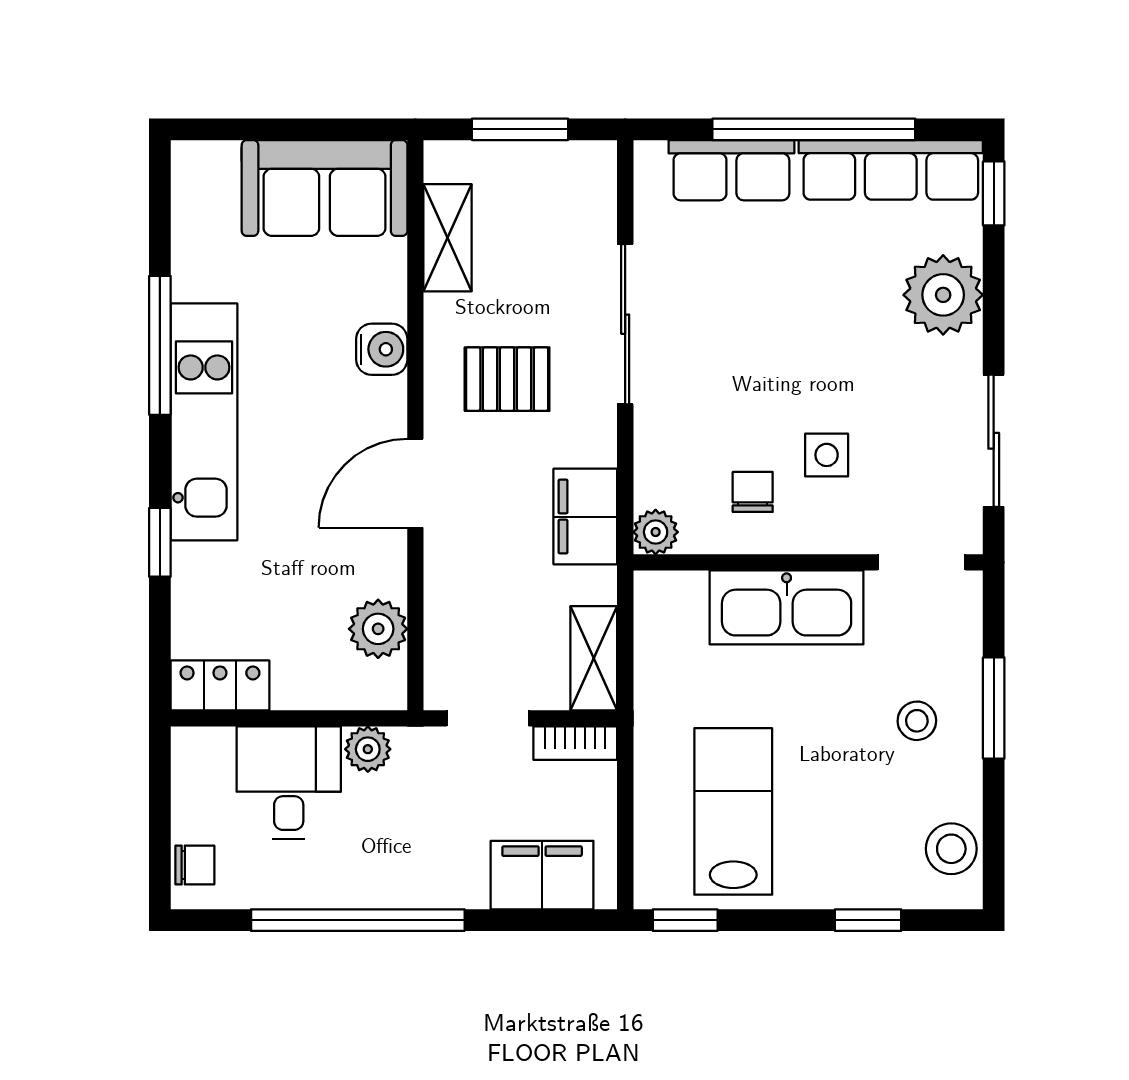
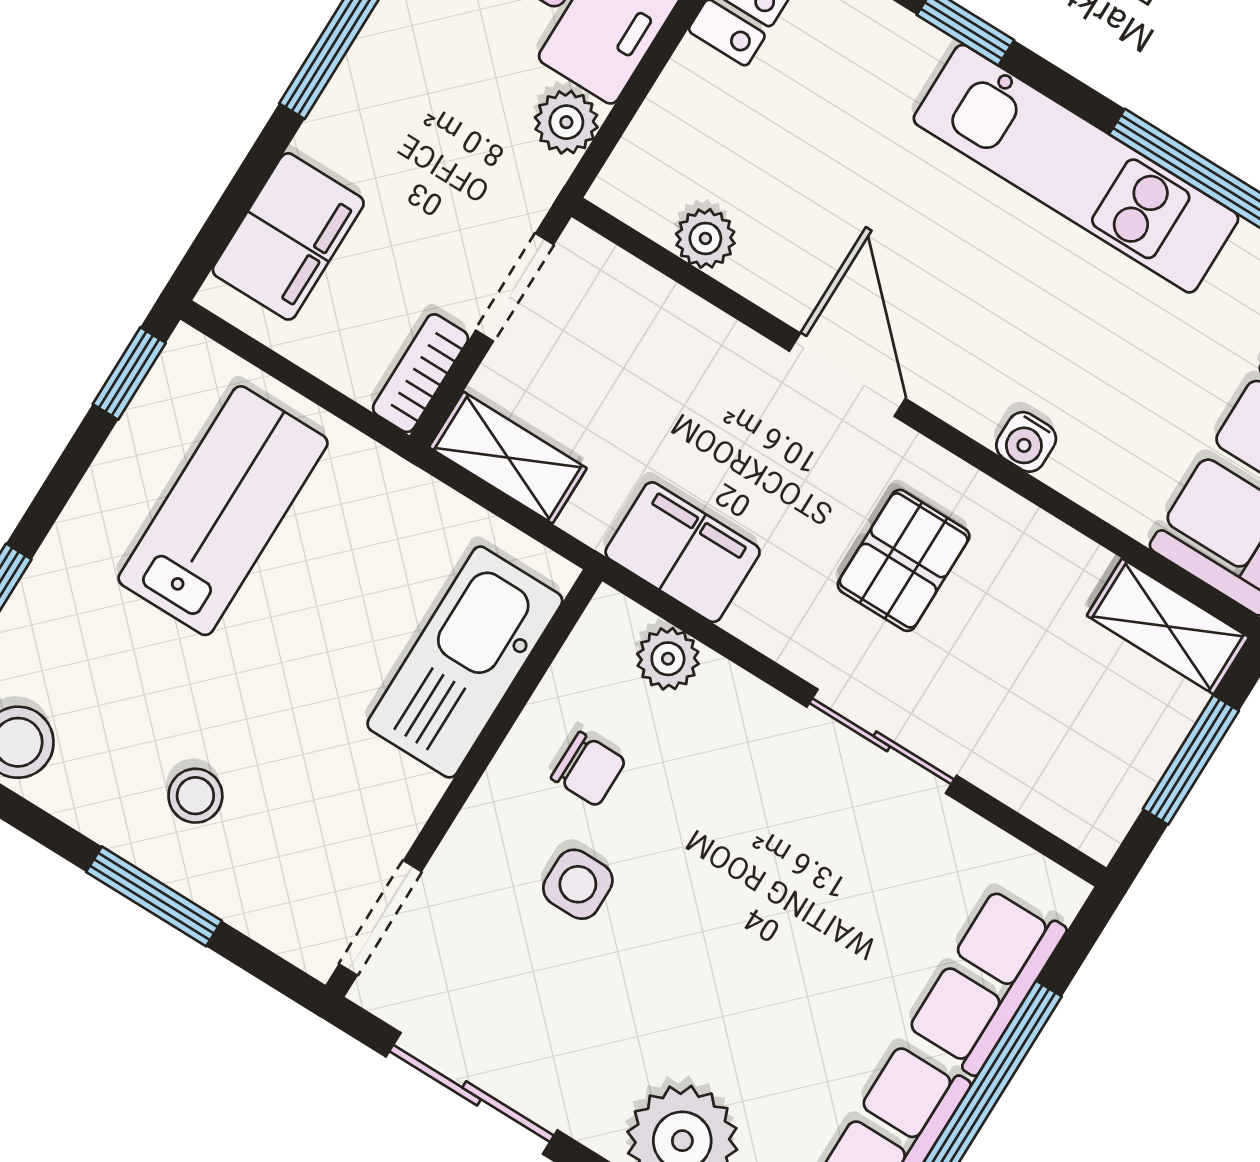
shelving: (448, 238) -> (1168, 626), moved
sliding door: (625, 324) -> (882, 741), width x0.73
water cooler: (382, 349) -> (1026, 442), width x0.72, depth x0.72
plant: (656, 532) -> (668, 659), moved
kitchen sink: (787, 607) -> (465, 662), moved
plant: (378, 629) -> (705, 238), width x0.73, depth x0.73
lab bench: (733, 811) -> (223, 511), turned -90

